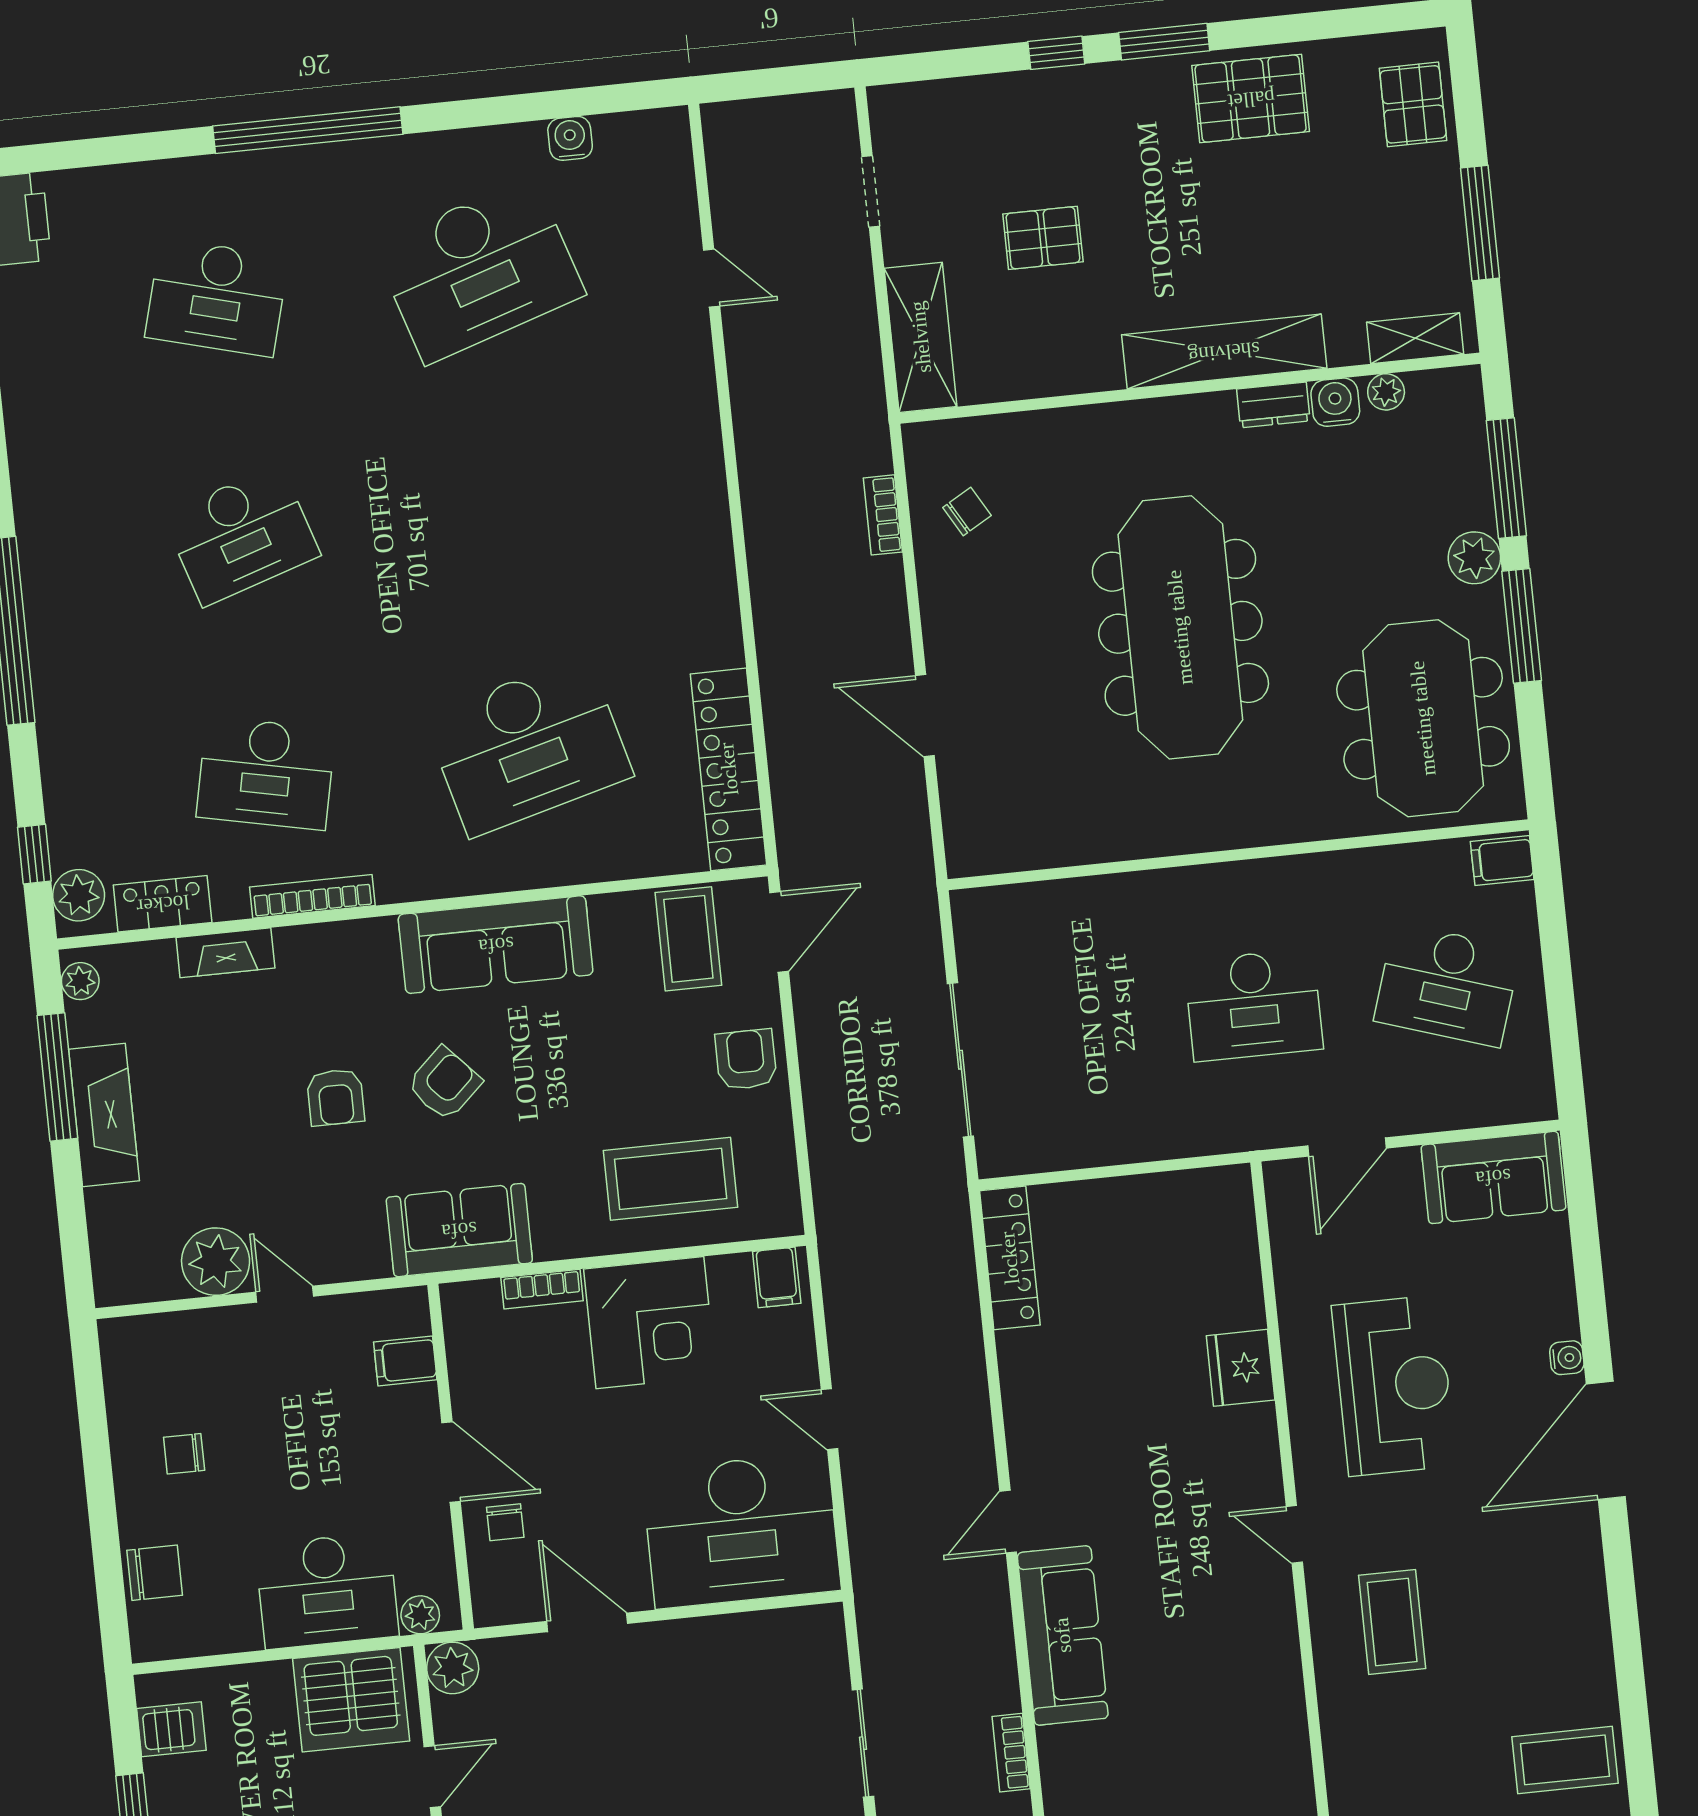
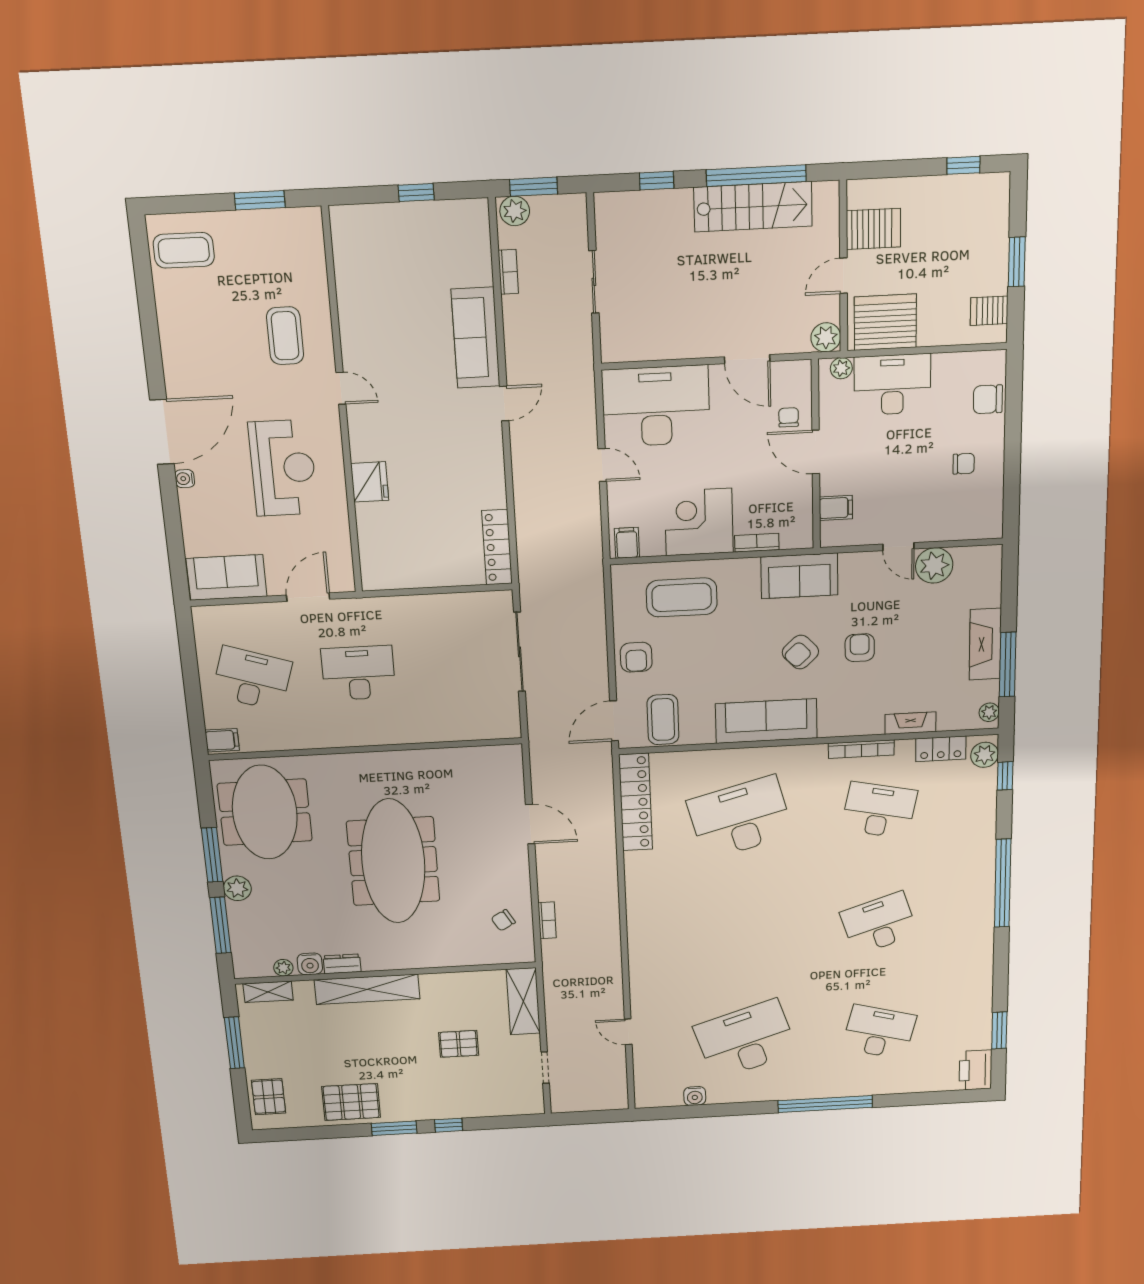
reception desk: (1394, 1386) -> (283, 468), turned 180

